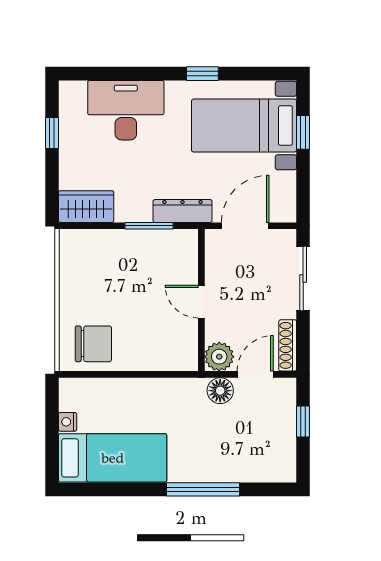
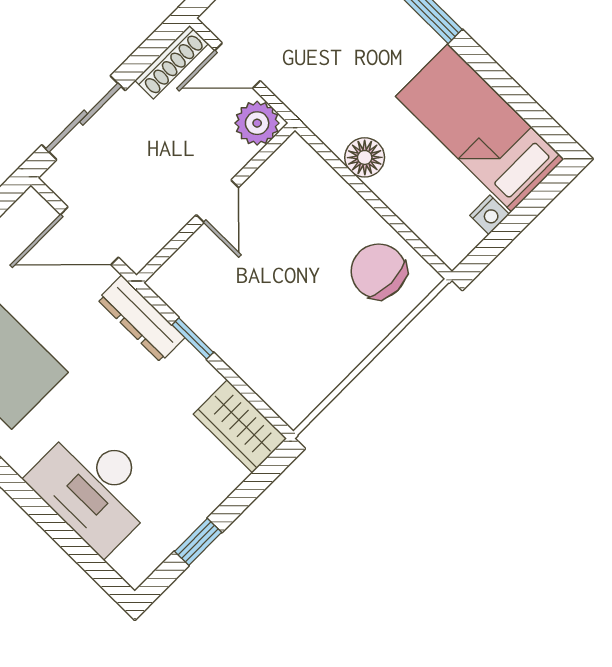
window: (149, 226) -> (193, 339), width x0.67
floor lamp: (220, 391) -> (365, 157), moved

